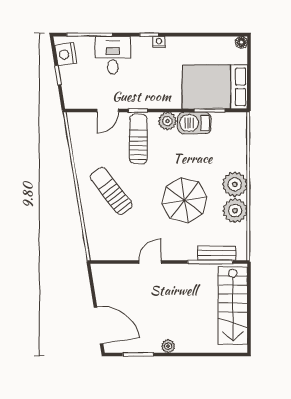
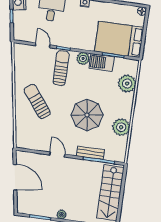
door: (108, 110) -> (43, 45), swing flipped
plant: (235, 184) -> (127, 84), moved
bench: (217, 253) -> (91, 153), moved
door: (150, 262) -> (57, 155), hinge flipped
door: (98, 325) -> (15, 177), moved

